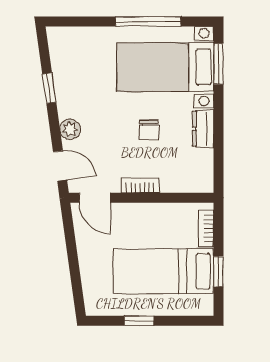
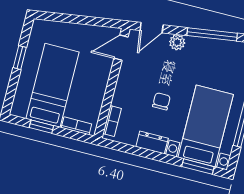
window: (49, 88) -> (212, 34), width x2.17
chair: (149, 130) -> (161, 101), turned 90
bookcase: (140, 185) -> (112, 121), moved

